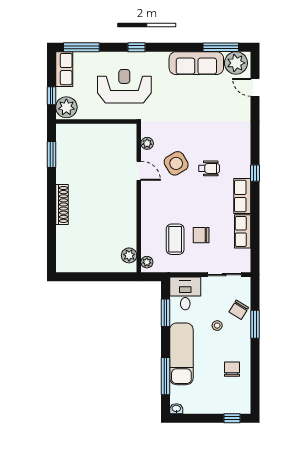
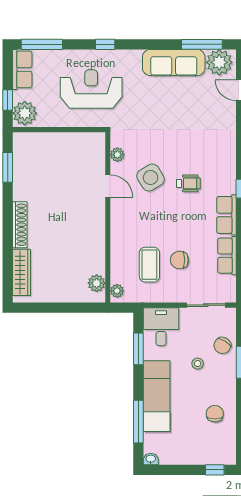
wardrobe: (64, 246) -> (22, 272), added

